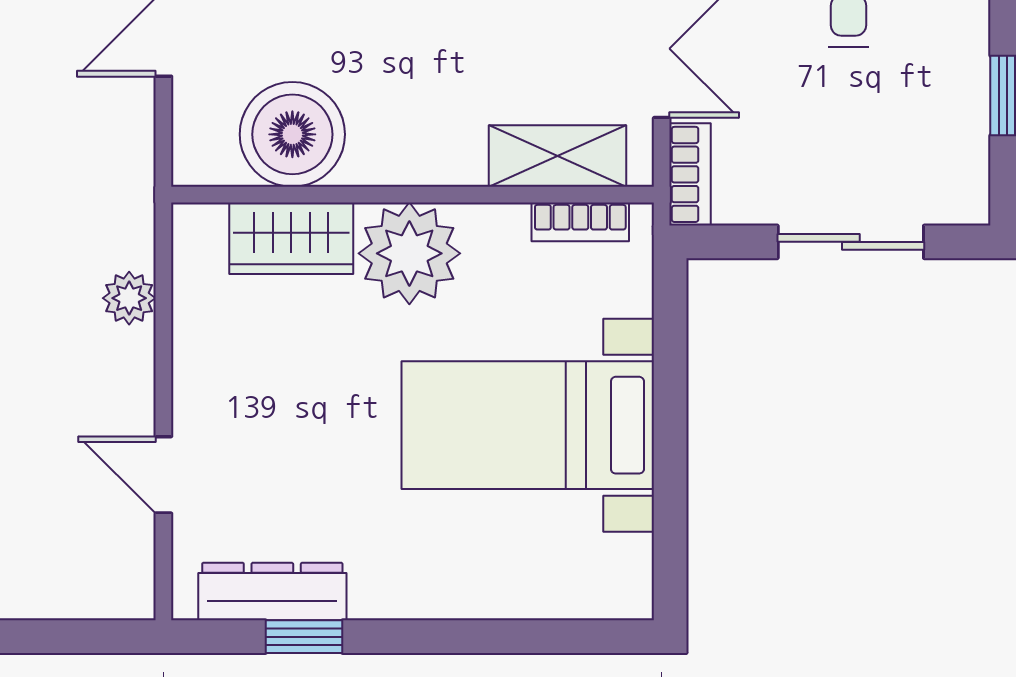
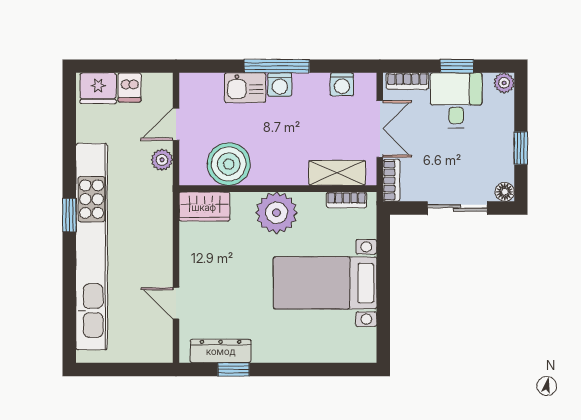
floor lamp: (967, 202) -> (505, 192), added
wardrobe: (291, 238) -> (204, 207), moved
plant: (129, 298) -> (162, 160), moved

